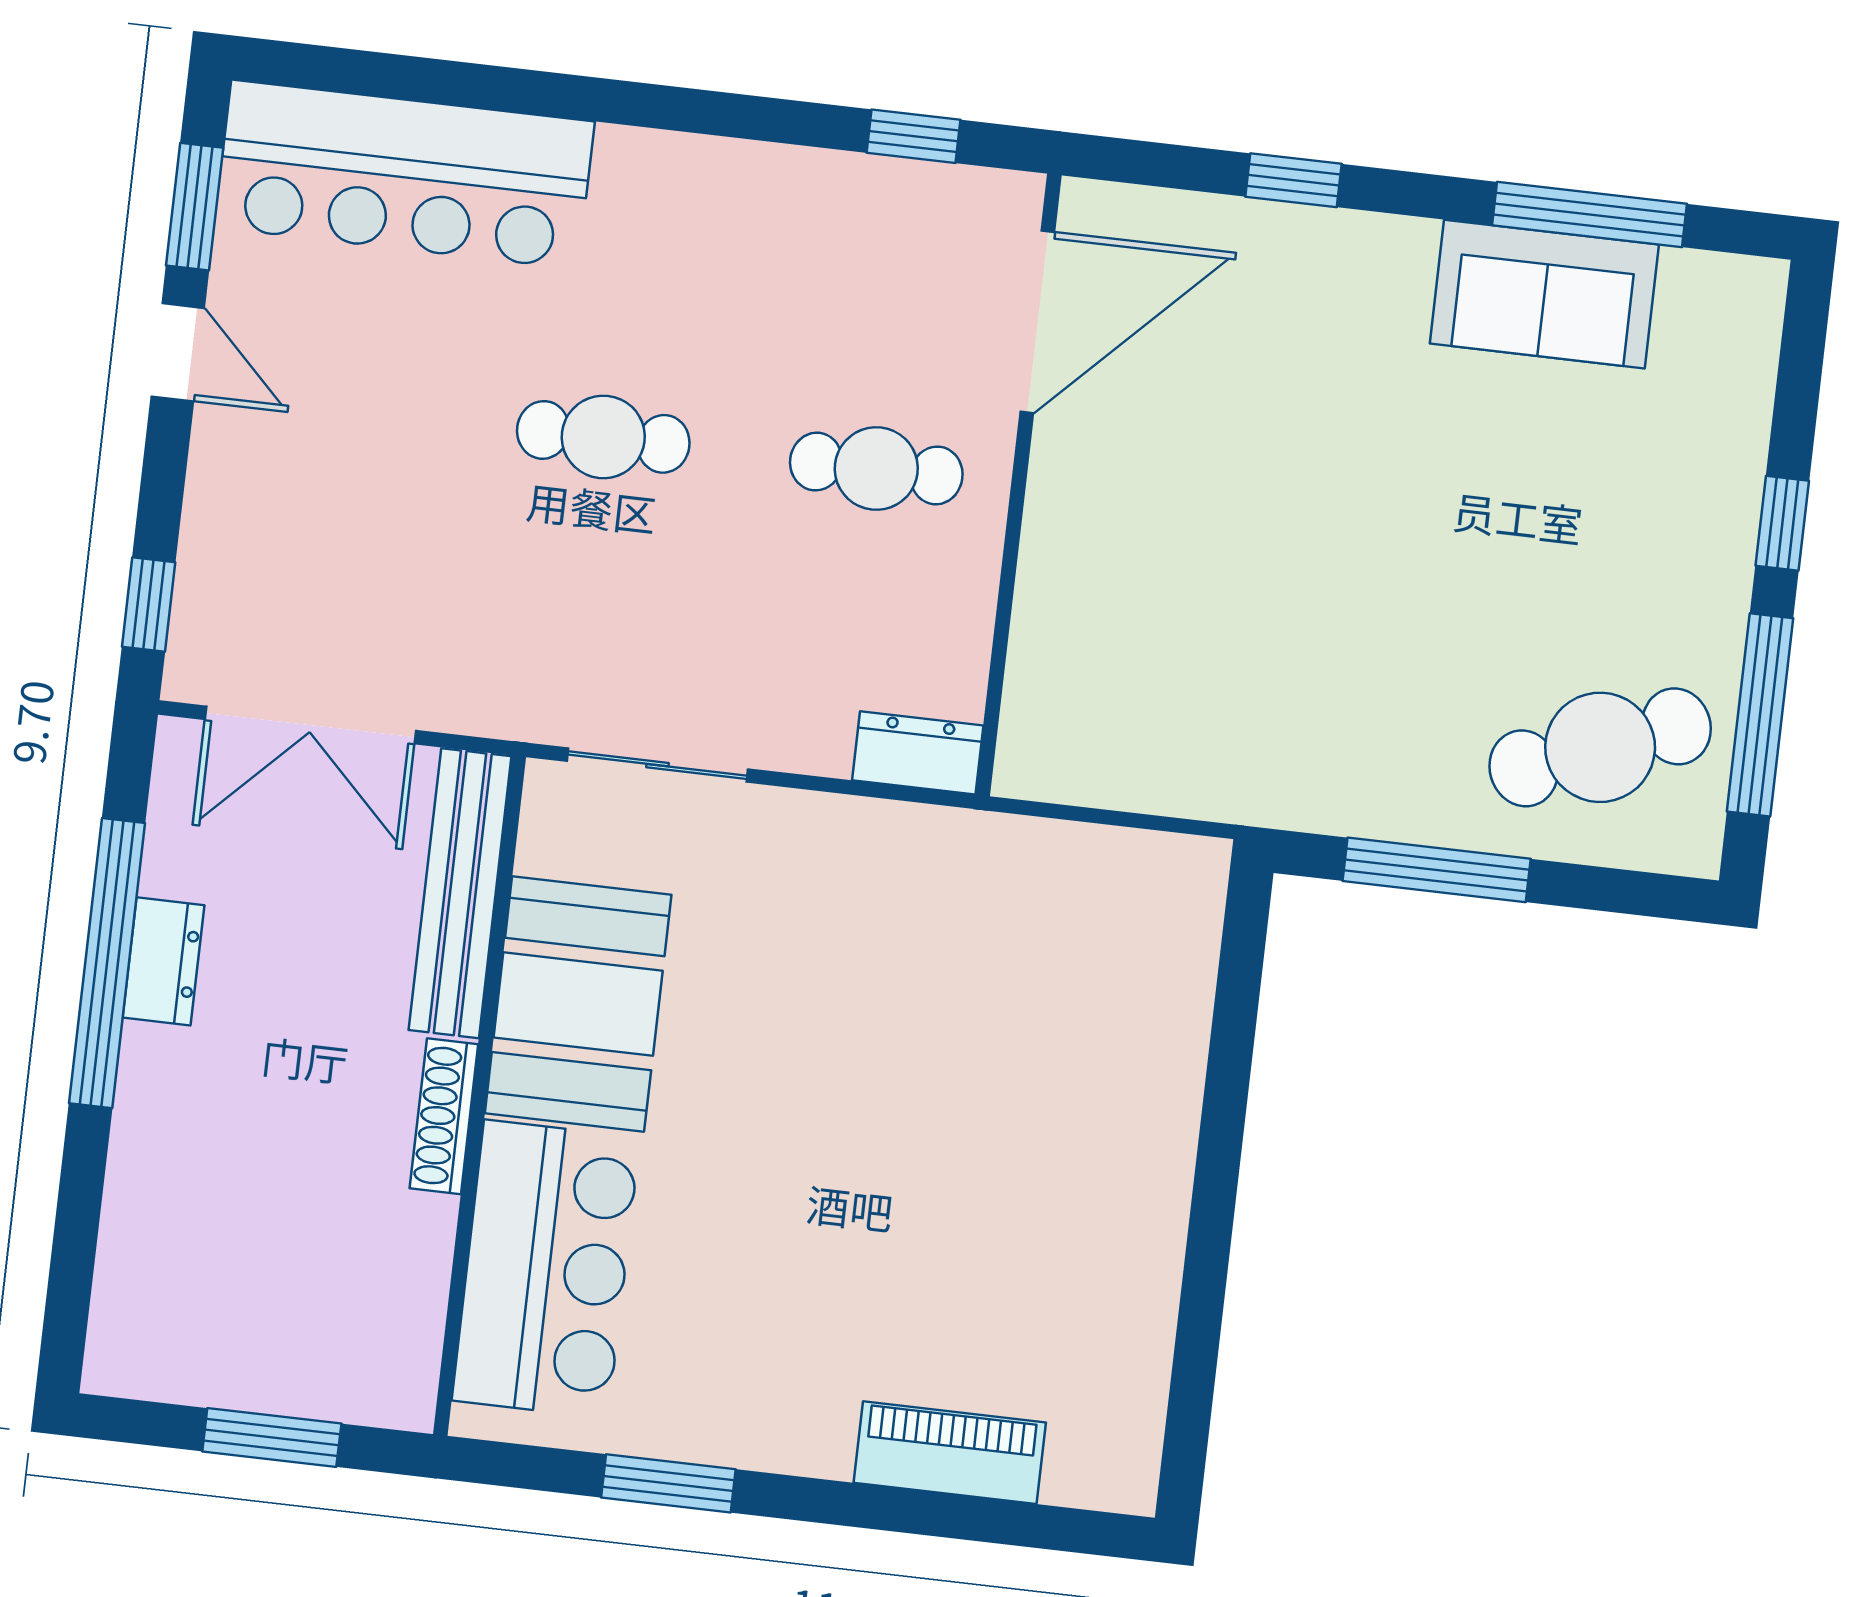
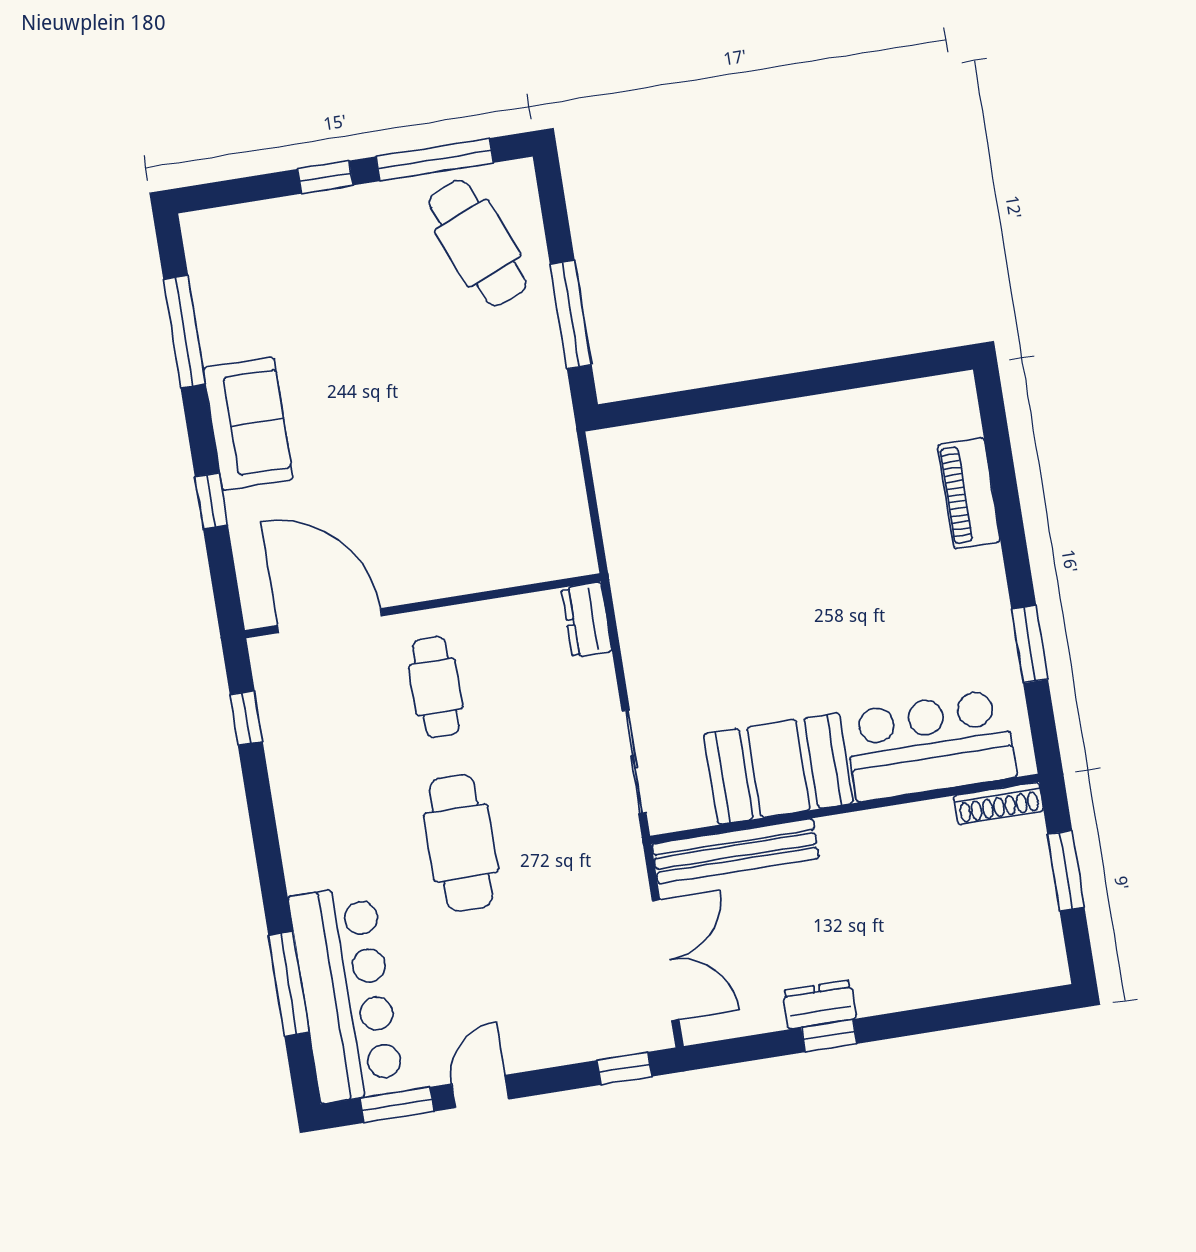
window: (448, 82) -> (289, 984), added
sofa: (1544, 294) -> (248, 424), moved
cafe table: (603, 437) -> (461, 843), width x1.37, depth x1.35
window: (107, 963) -> (829, 1036), width x0.32
shoe rack: (444, 1116) -> (998, 803), moved

